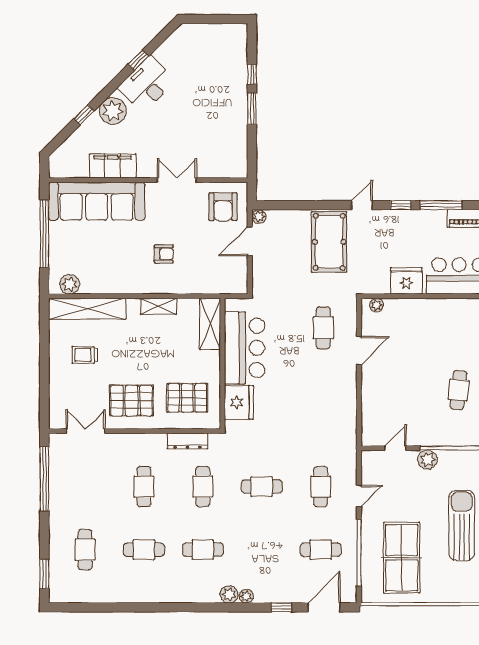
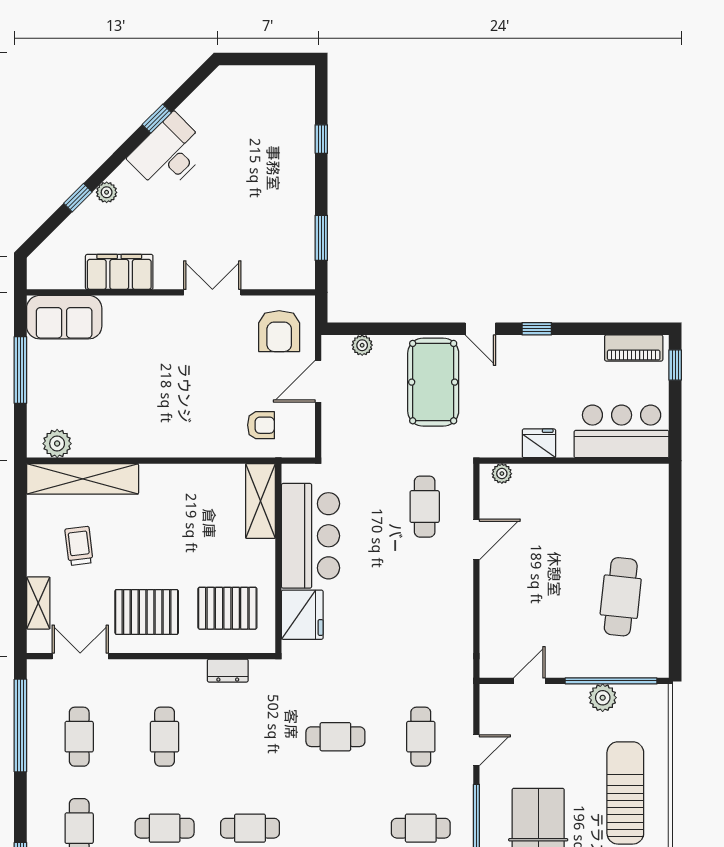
window: (252, 109) -> (321, 238), moved
plant: (113, 111) -> (107, 192), width x0.53, depth x0.53
sofa: (97, 201) -> (64, 317), width x0.54, depth x0.79
door: (362, 205) -> (480, 329), swing flipped
window: (441, 205) -> (595, 329), removed
plant: (259, 216) -> (362, 345), moved
window: (44, 234) -> (20, 370), width x0.68
armchair: (164, 254) -> (261, 425), moved
fridge: (406, 281) -> (539, 443), width x0.73, depth x0.75
shelving: (159, 306) -> (38, 603), moved, turned 90
trolley: (85, 355) -> (79, 546), turned 83
cafe table: (459, 390) -> (621, 597), width x1.37, depth x1.35
dresser: (187, 441) -> (228, 671), width x0.70
plant: (427, 460) -> (603, 698), moved
cafe table: (203, 487) -> (79, 737), moved

